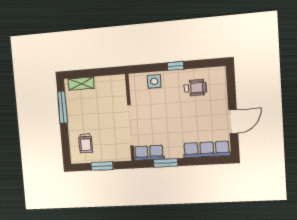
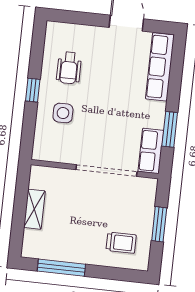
side table: (154, 81) -> (63, 113), moved
shelving: (81, 84) -> (34, 209), moved
wheelchair: (195, 88) -> (69, 68), turned 180

